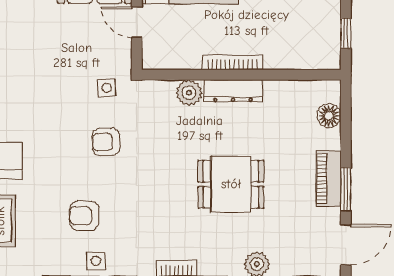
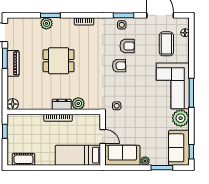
dresser: (233, 91) -> (62, 104), width x0.70
floor lamp: (329, 116) -> (13, 104), moved
armchair: (106, 142) -> (119, 66), moved

